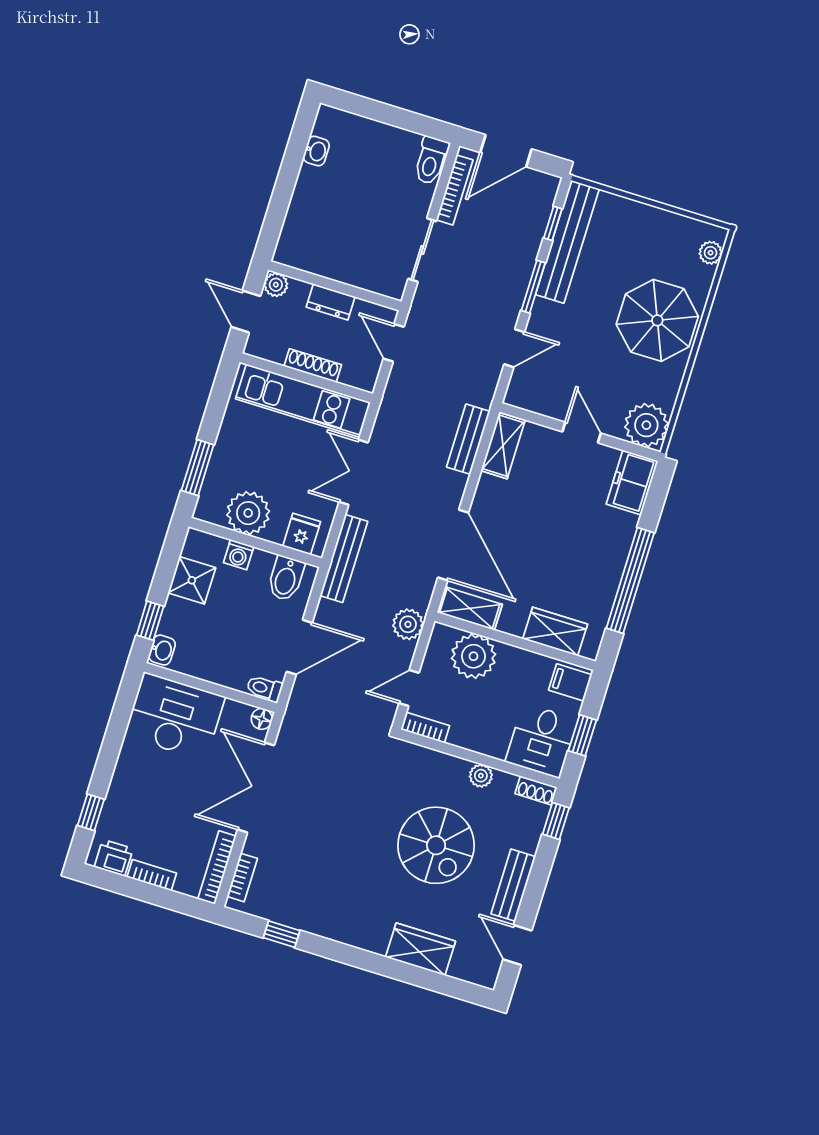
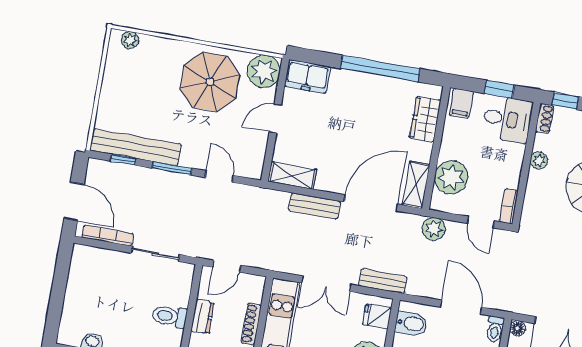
toilet: (431, 160) -> (169, 316), moved, turned 180
parasol: (657, 320) -> (210, 82), moved
bench: (468, 439) -> (315, 206), moved
bench: (344, 558) -> (383, 281), width x0.73

